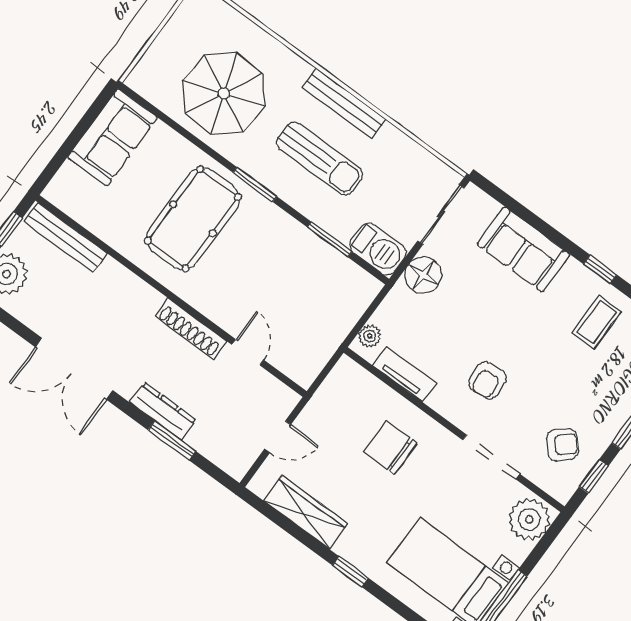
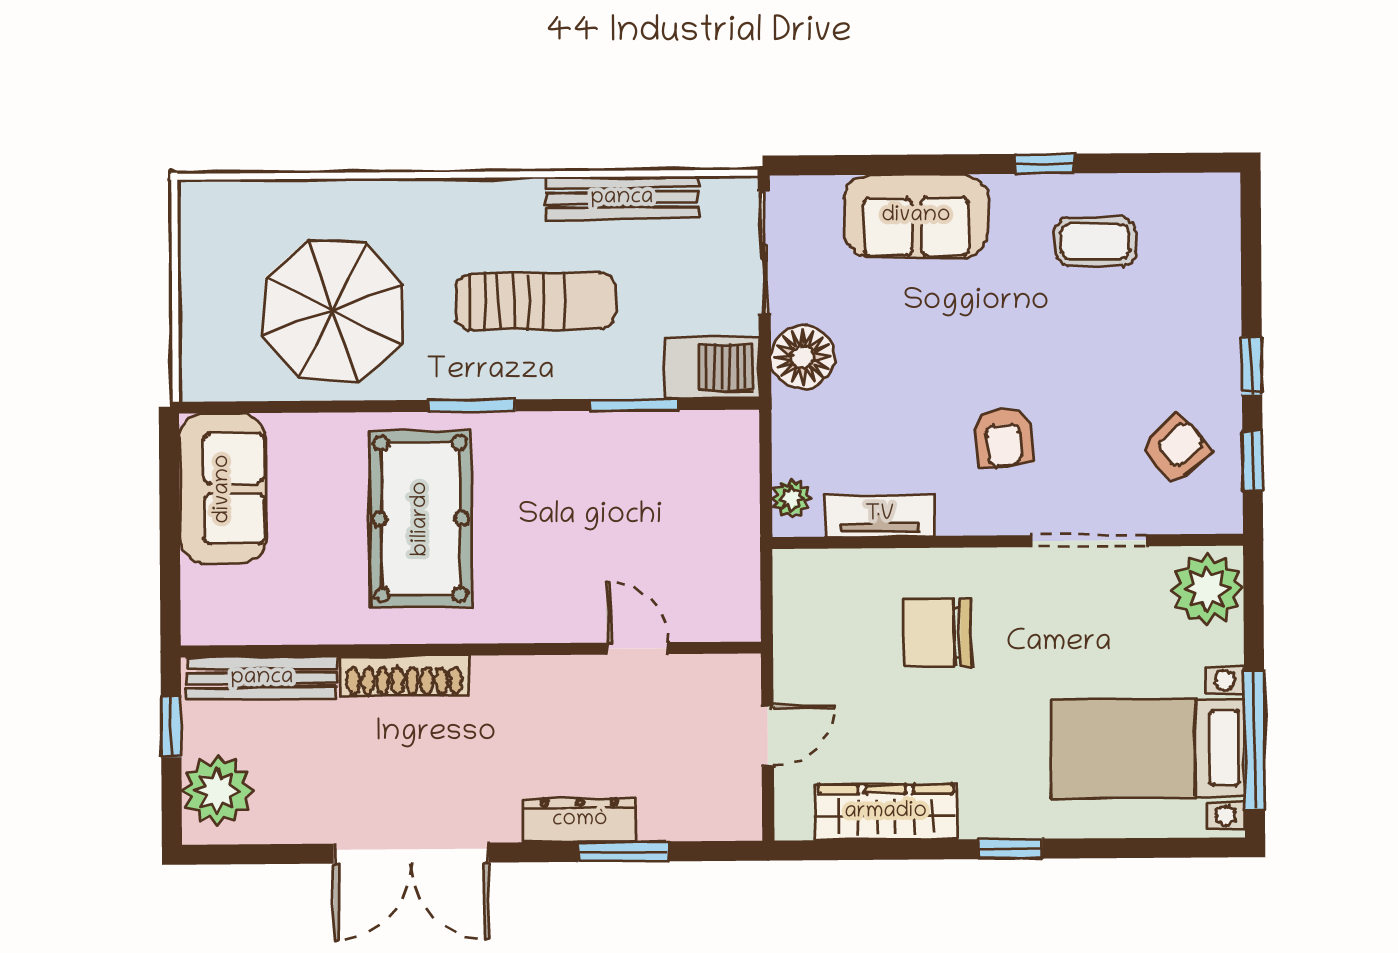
bench: (344, 103) -> (622, 198), moved
coffee table: (597, 322) -> (1095, 242), turned 90
shoe rack: (191, 329) -> (405, 676), moved

